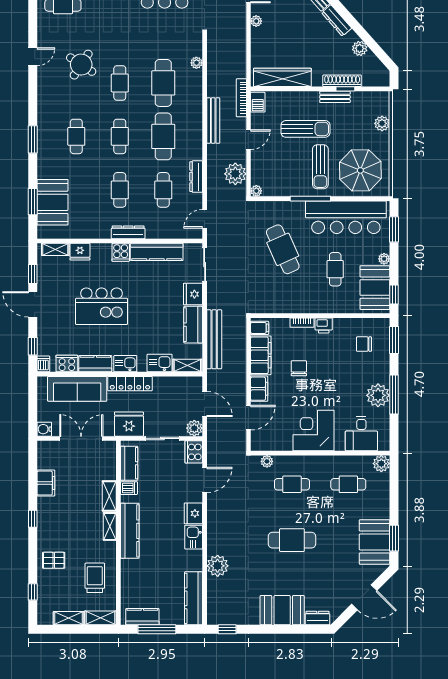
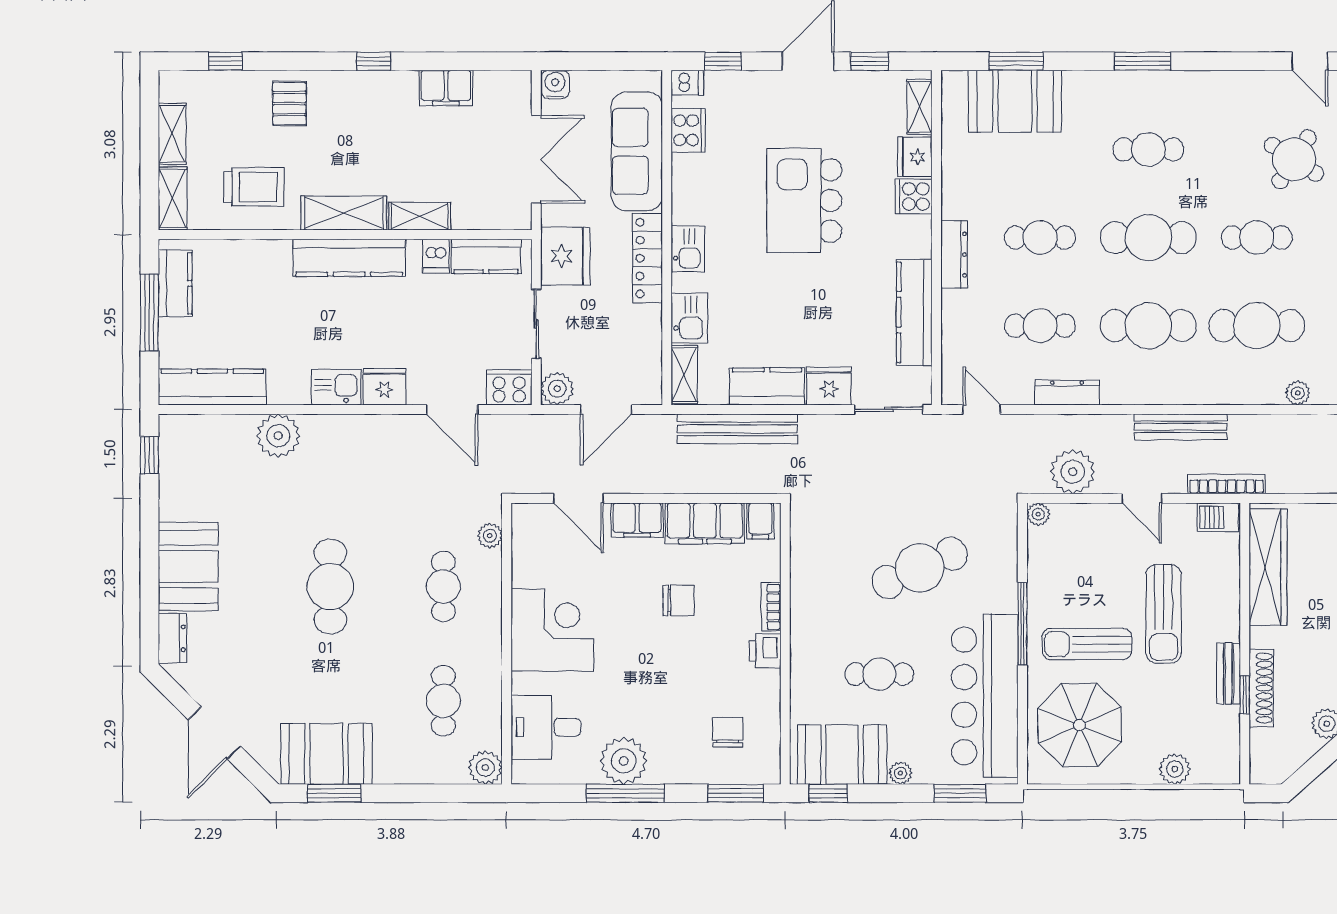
cafe table: (120, 136) -> (1148, 238), width x1.37, depth x1.35
cooker: (121, 252) -> (914, 196), moved
kitchen counter: (95, 364) -> (688, 188), removed
shelving: (110, 526) -> (344, 213), width x1.50, depth x1.33

